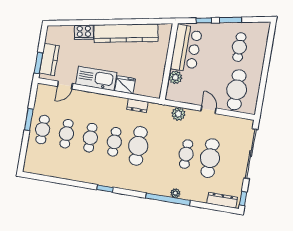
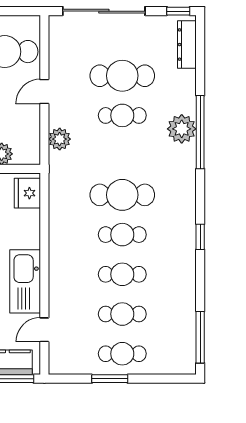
door: (65, 85) -> (44, 330), swing flipped
fridge: (125, 85) -> (27, 193), moved
dresser: (137, 106) -> (57, 207), removed
window: (45, 178) -> (200, 337), added
plant: (175, 193) -> (182, 129), width x1.88, depth x1.88

